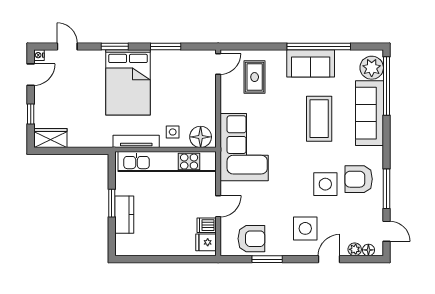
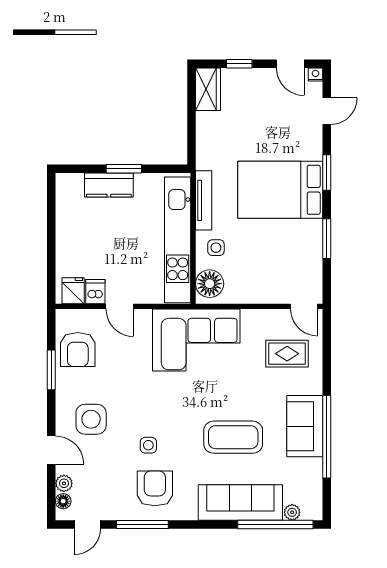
plant: (372, 68) -> (292, 512), width x0.53, depth x0.53
side table: (325, 184) -> (148, 445), width x0.54, depth x0.54

